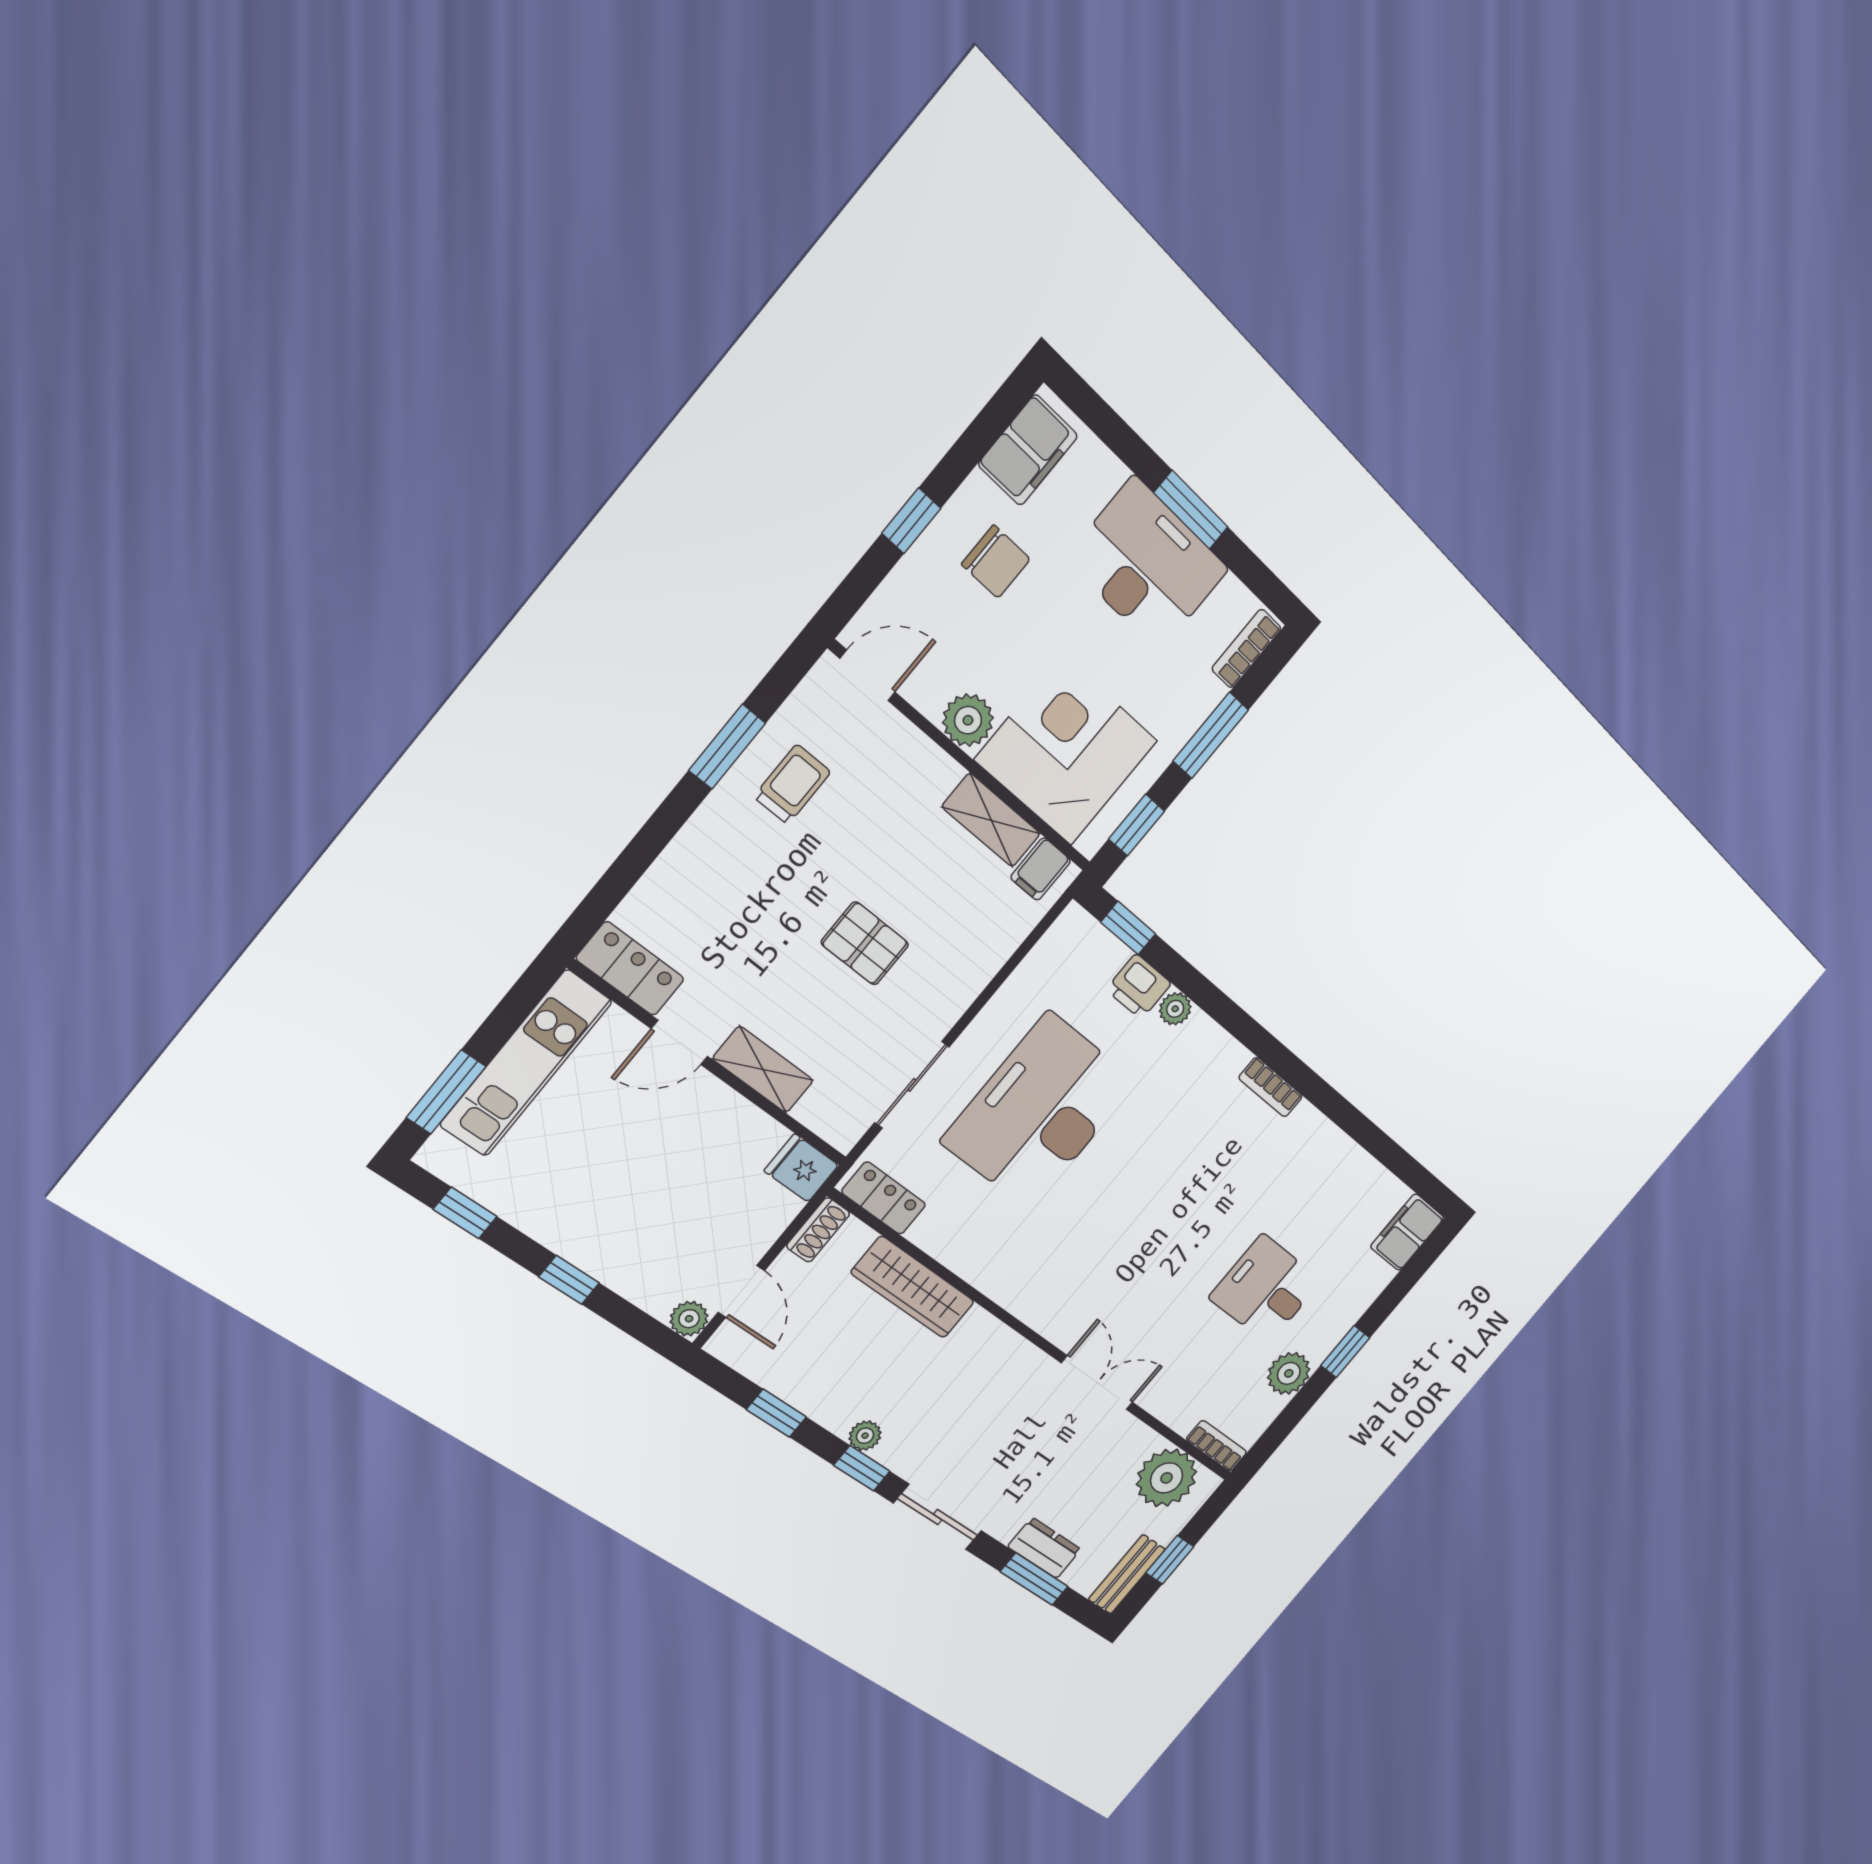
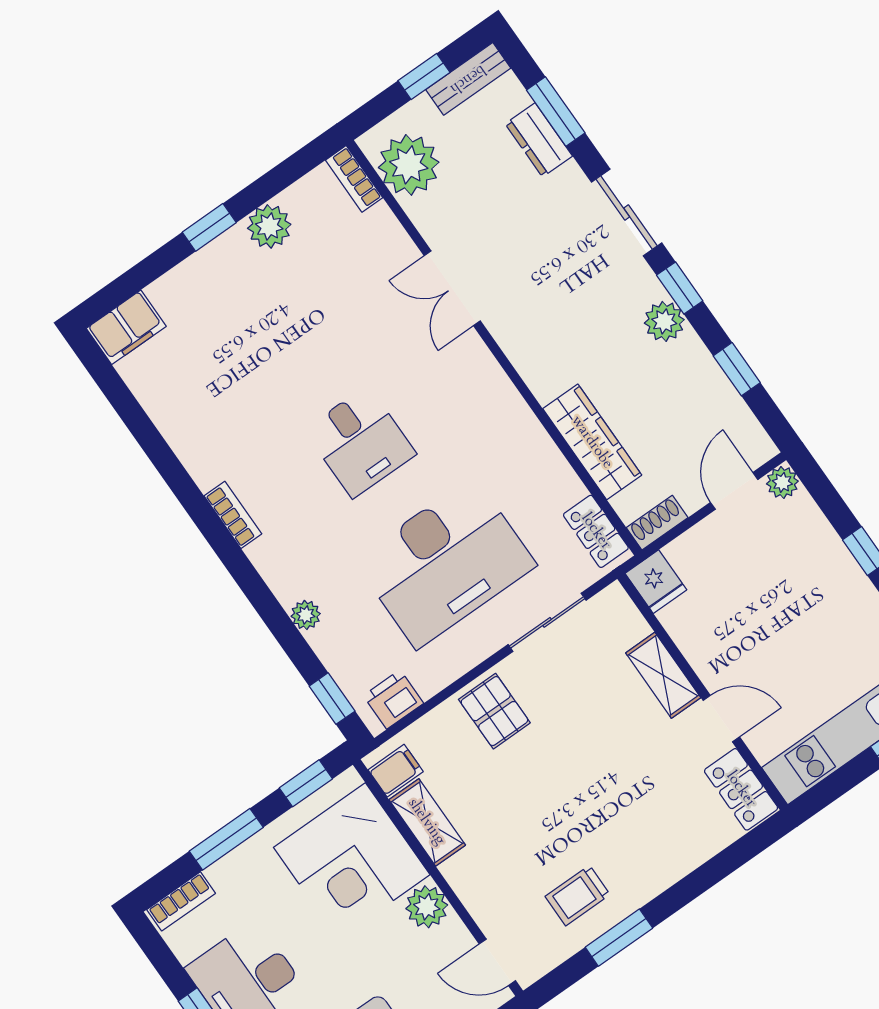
pallet: (865, 943) -> (494, 711), moved
printer: (1139, 987) -> (393, 699), moved, turned -90
desk: (1266, 1289) -> (360, 442), moved
plant: (865, 1436) -> (664, 321), width x1.38, depth x1.38

